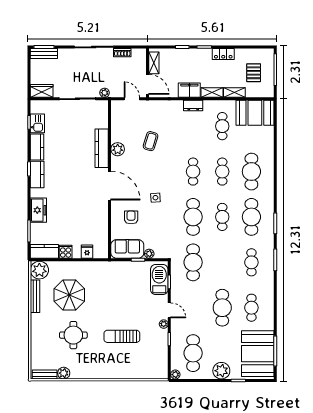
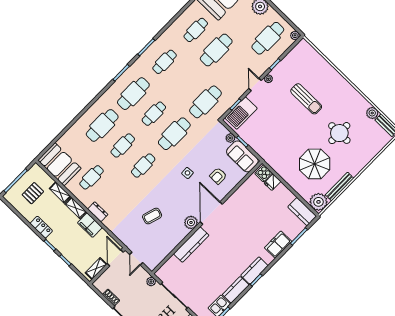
plant: (118, 149) -> (191, 222), moved
cooker: (66, 252) -> (264, 173), moved

